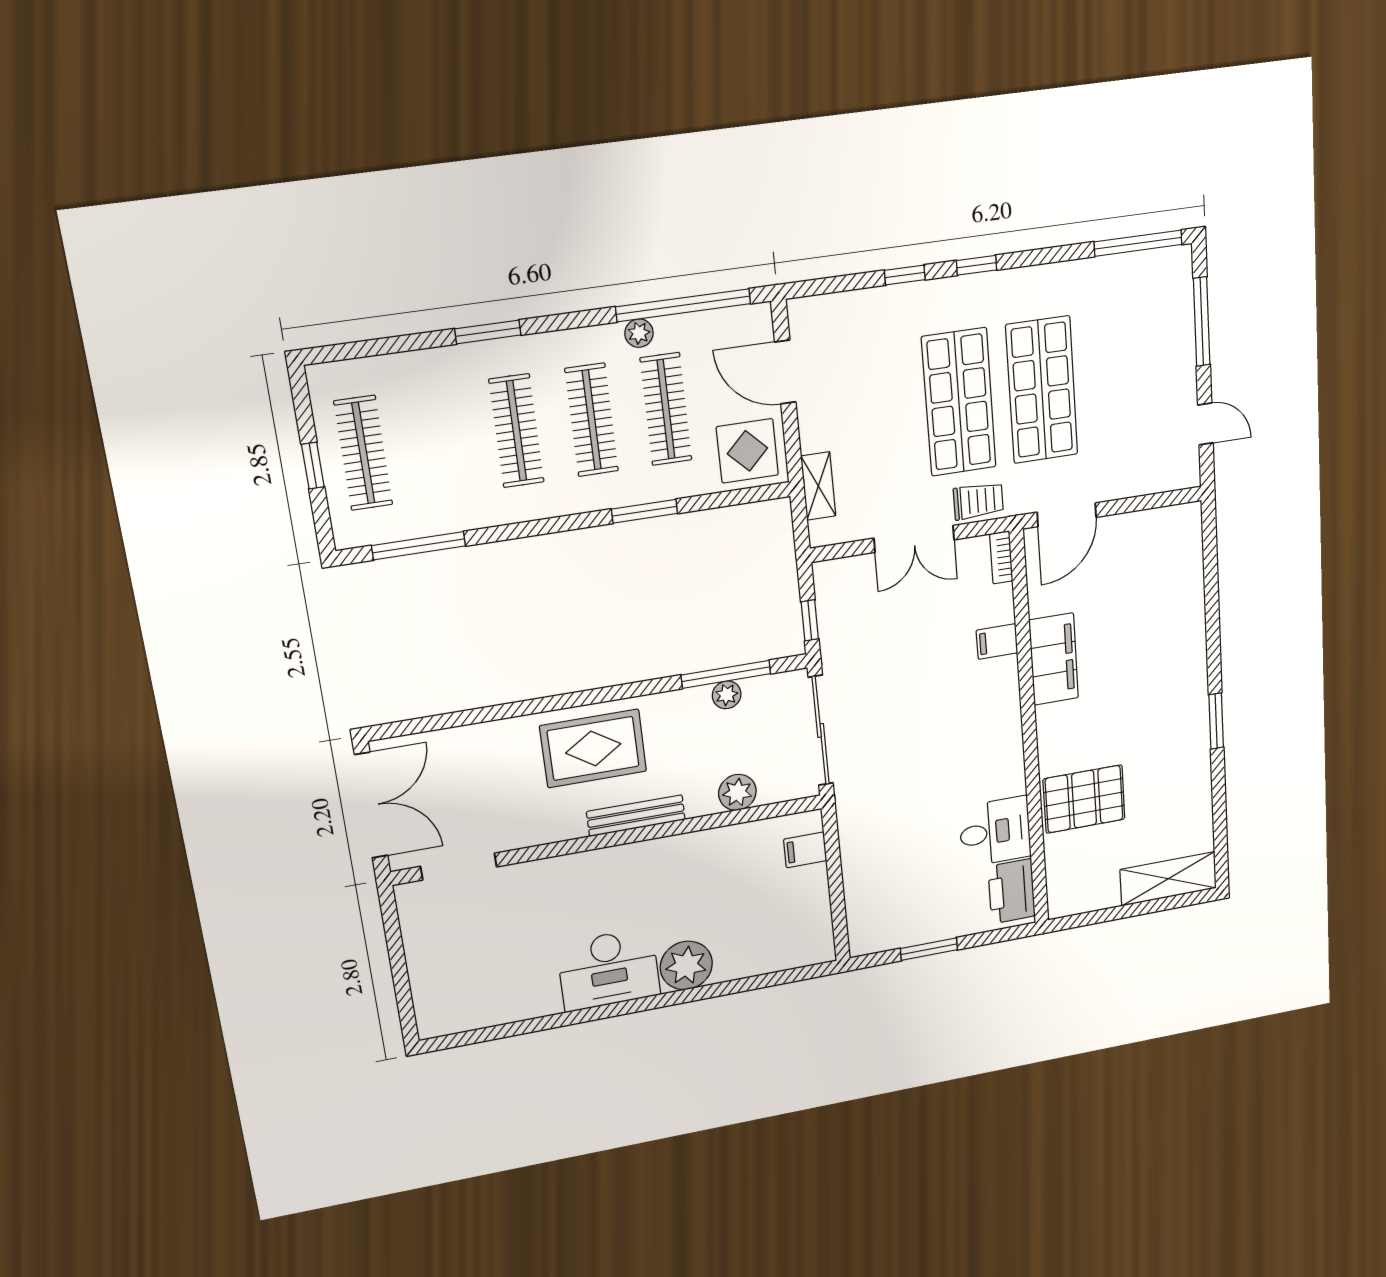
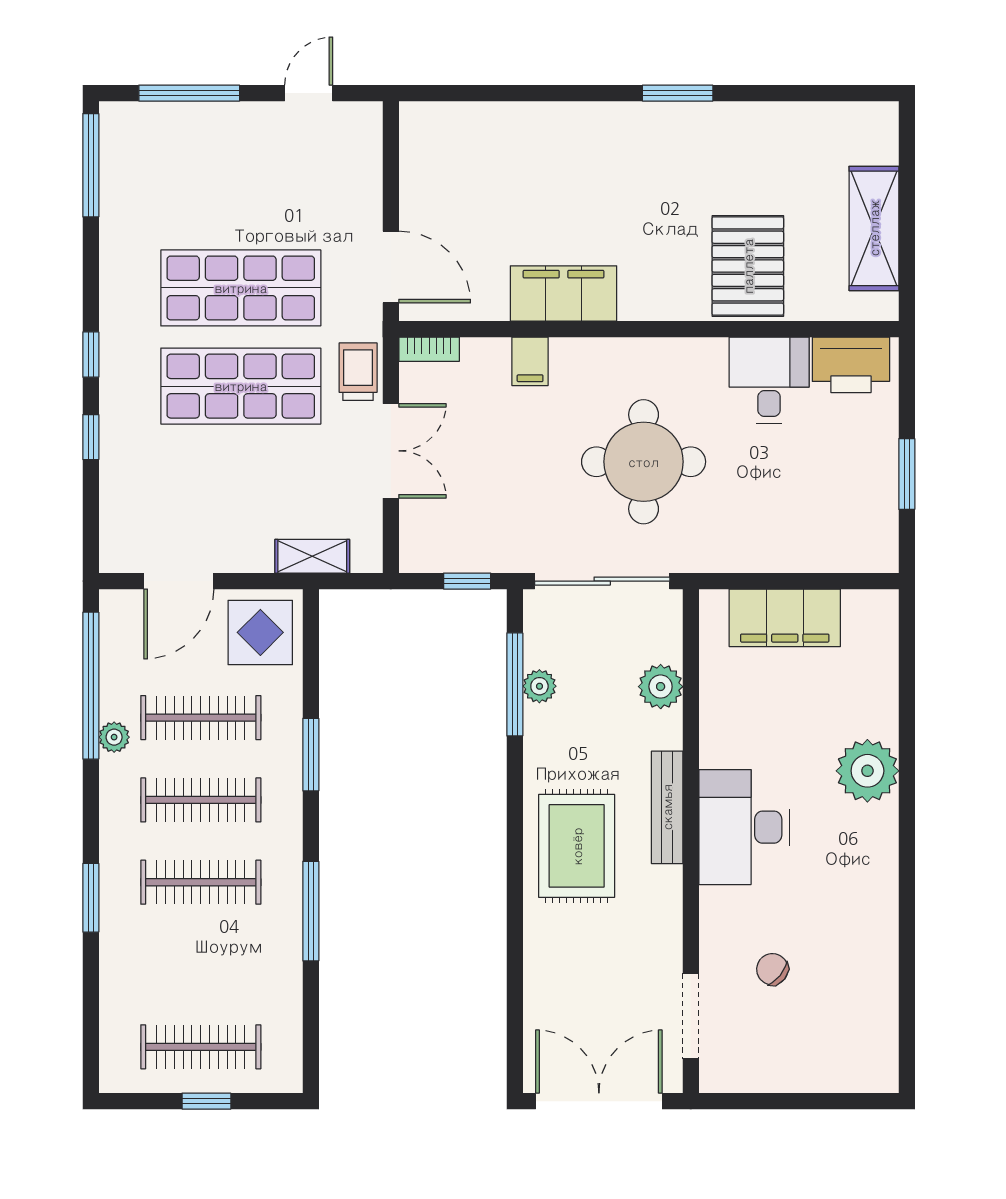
window: (419, 546) -> (311, 911), moved
round table: (922, 746) -> (644, 462), added
filing cabinet: (805, 850) -> (785, 618), width x3.00, depth x1.17
shelving: (1168, 879) -> (874, 228), moved
chair: (509, 924) -> (772, 969), added
desk: (609, 970) -> (744, 827), moved, turned 180

